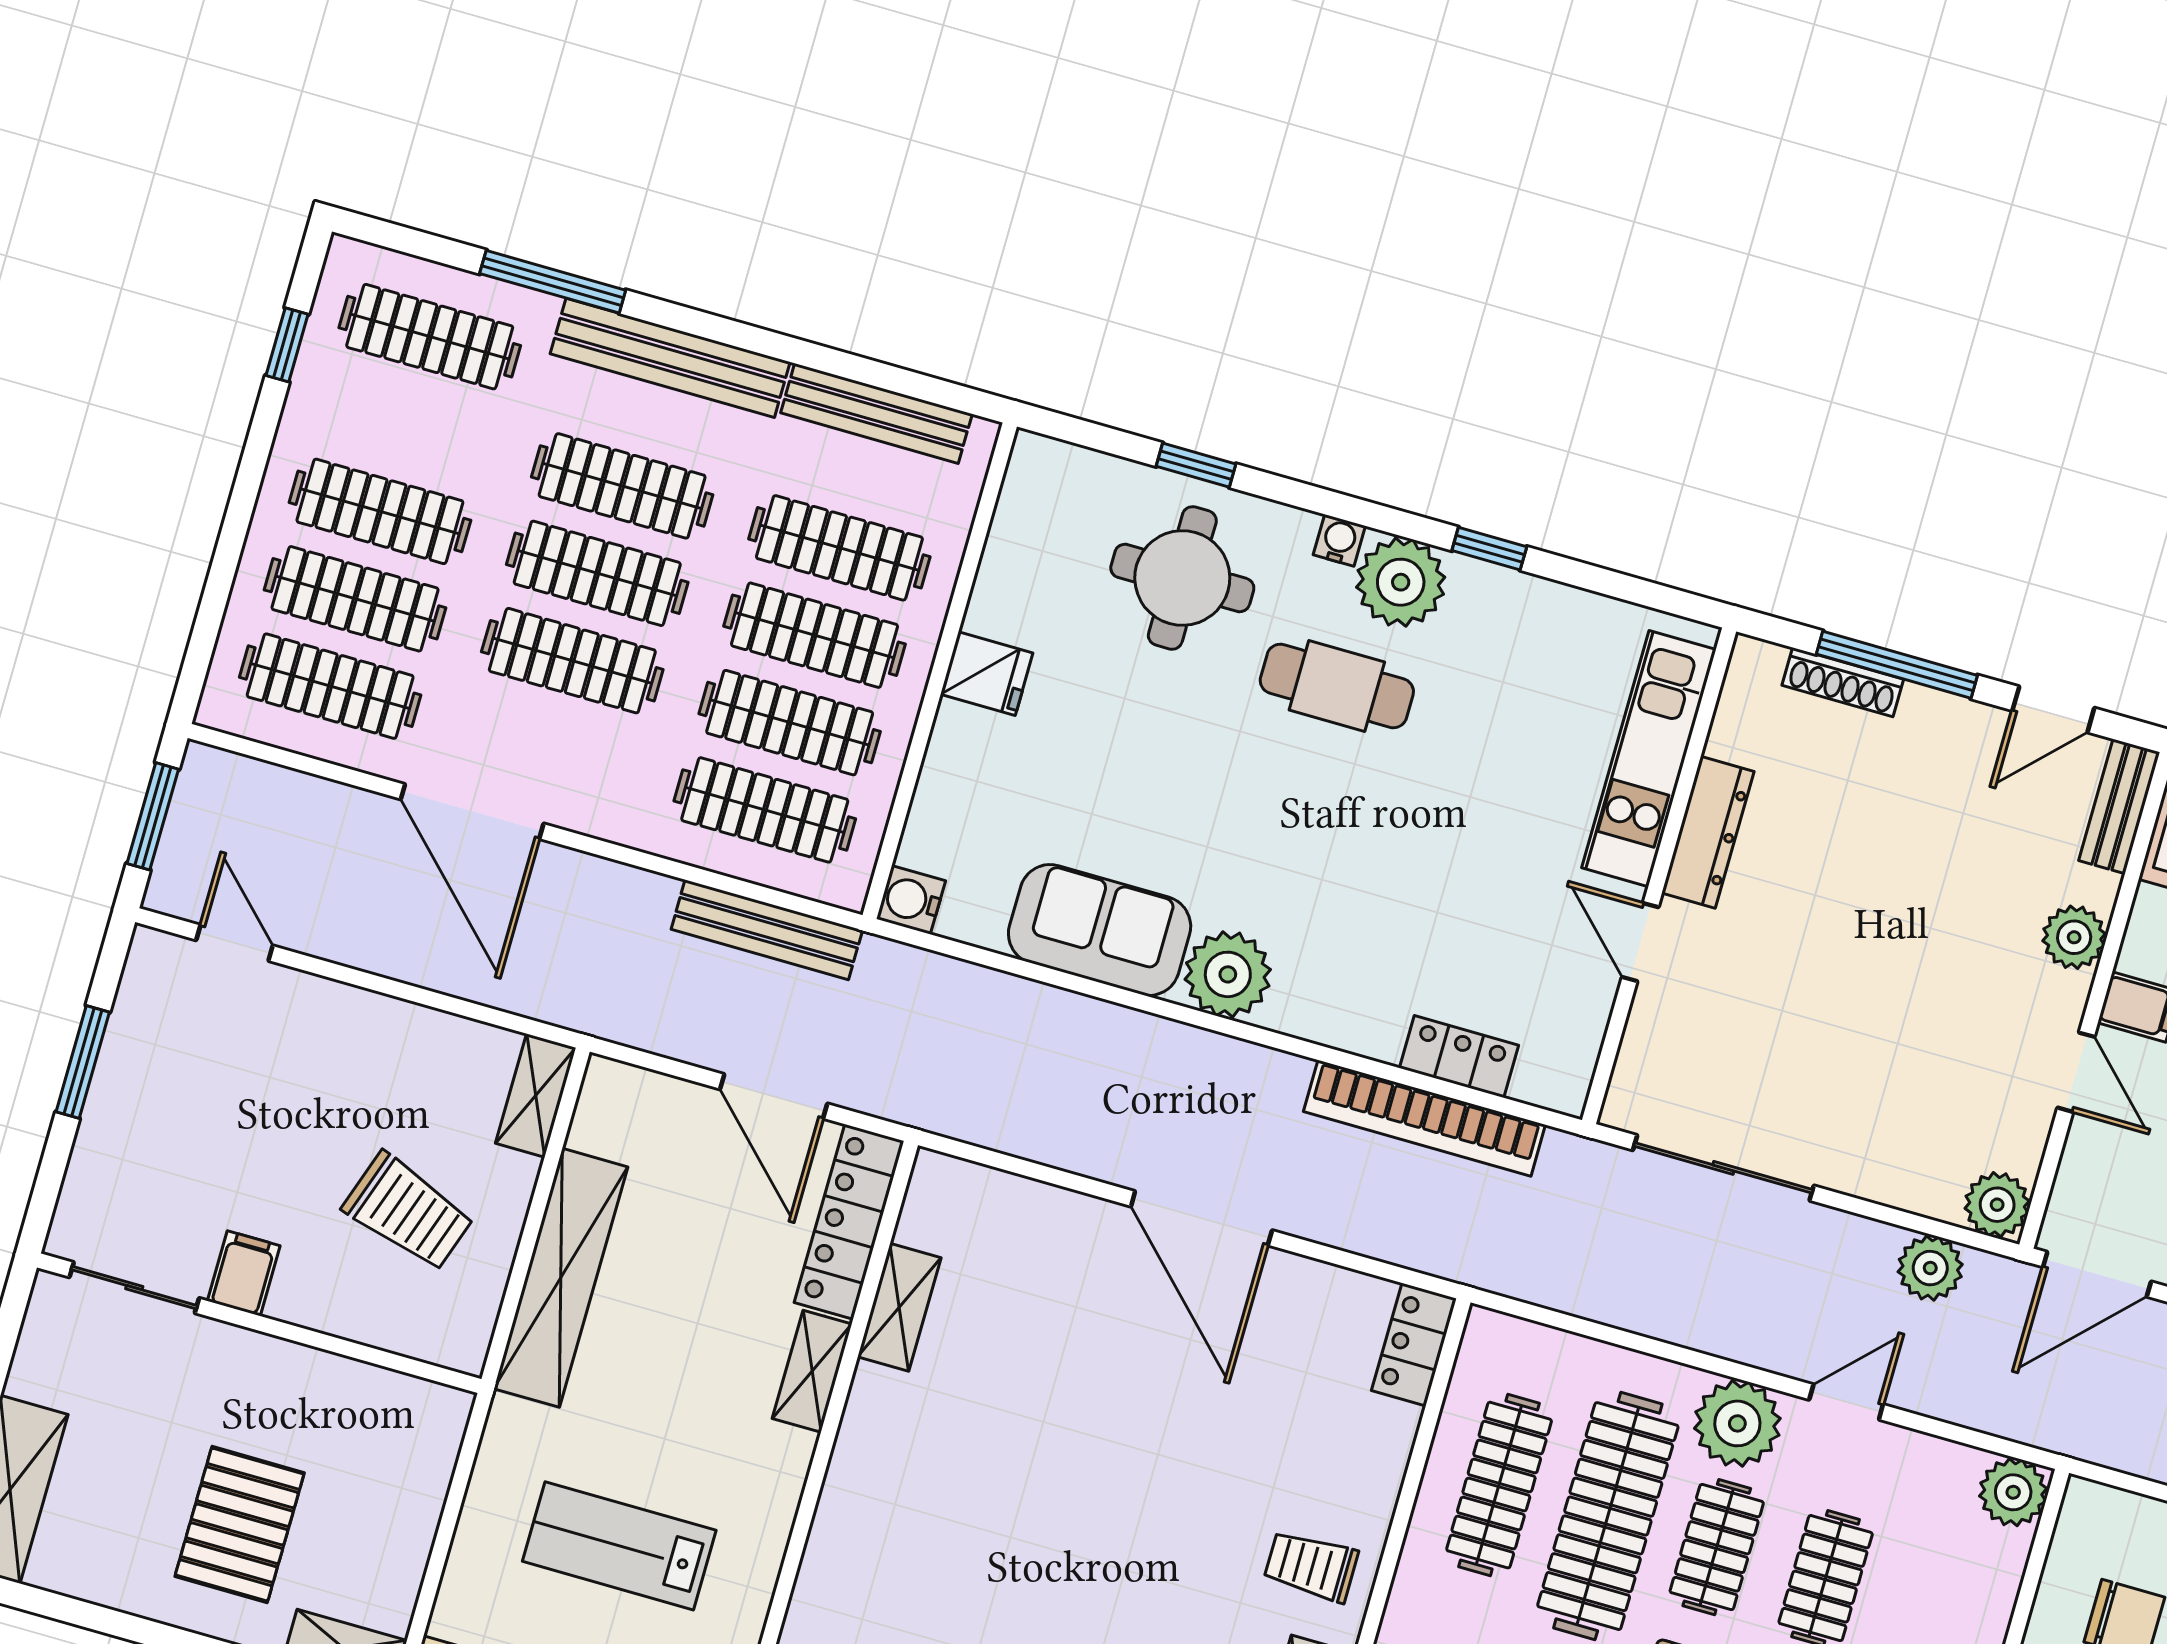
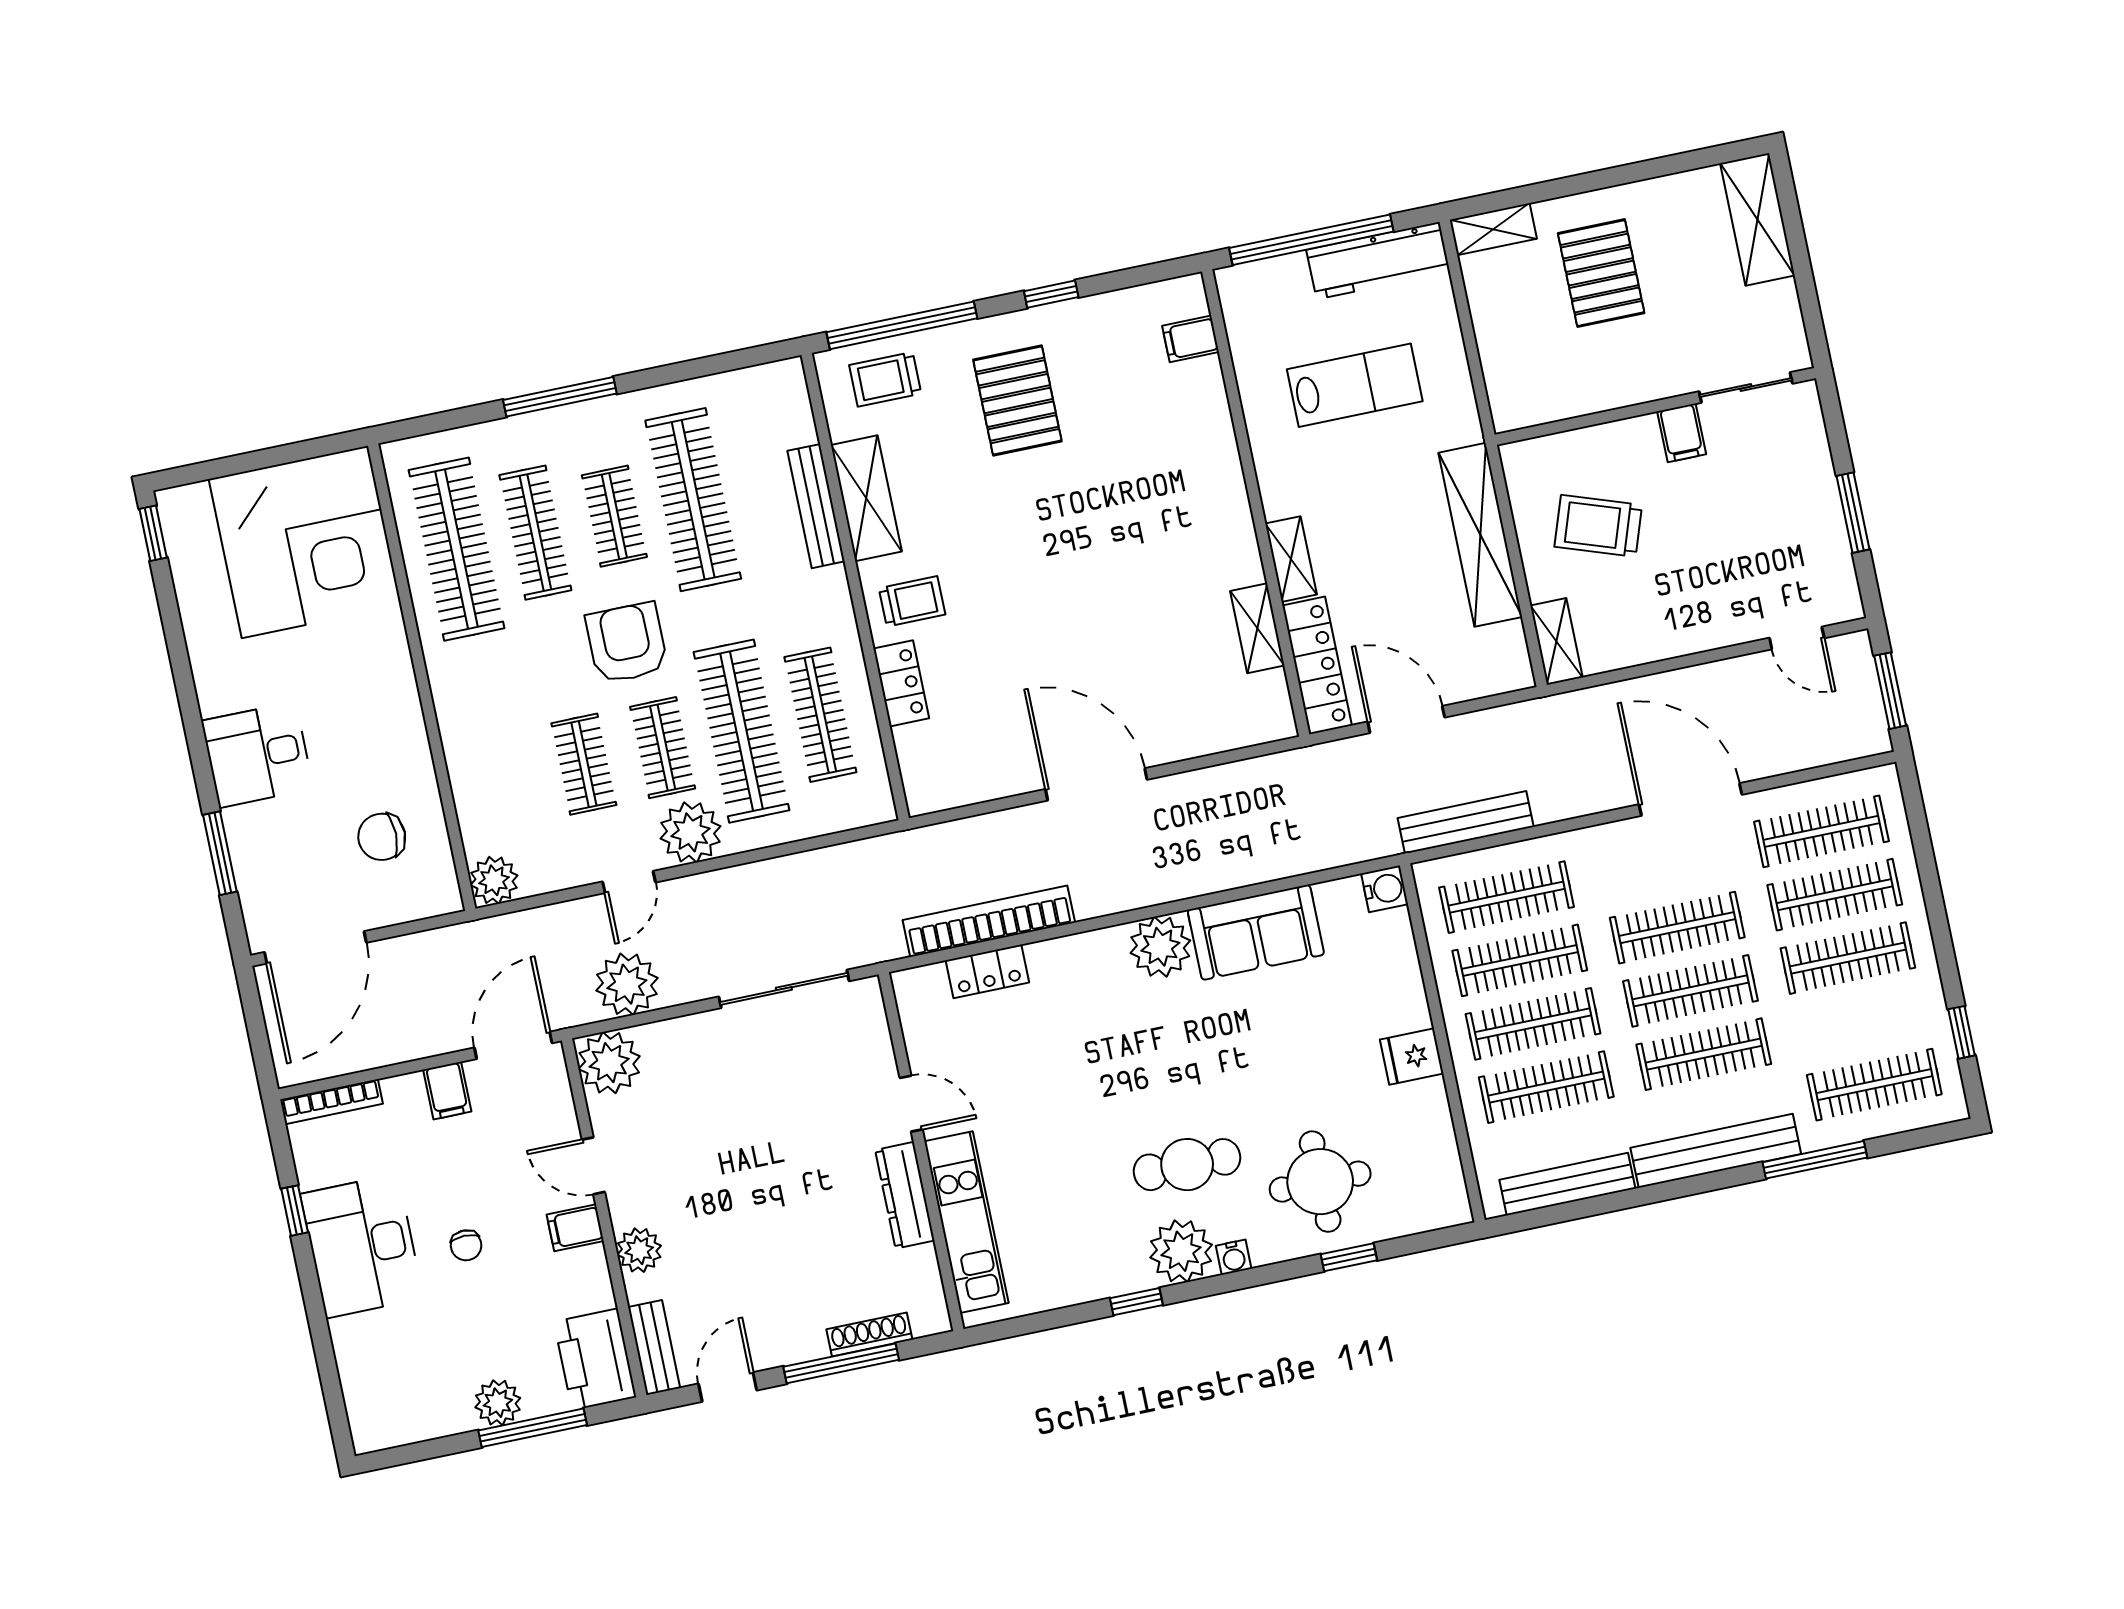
plant: (1997, 1205) -> (609, 1063), width x1.36, depth x1.36
plant: (1930, 1268) -> (627, 984), width x1.36, depth x1.36
locker: (1414, 1345) -> (901, 683), moved

